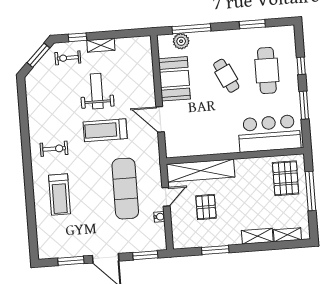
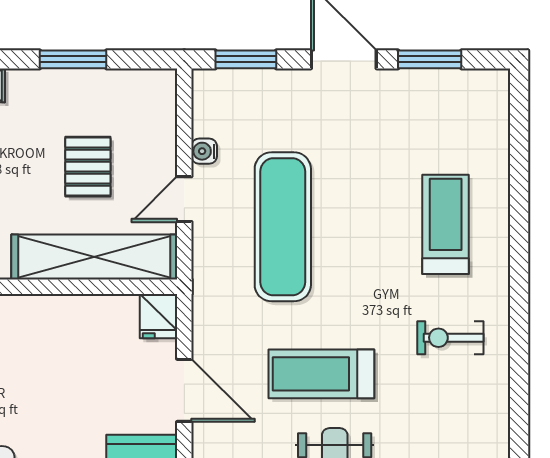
treadmill: (105, 130) -> (321, 374), turned 180
fridge: (173, 149) -> (158, 316), added

